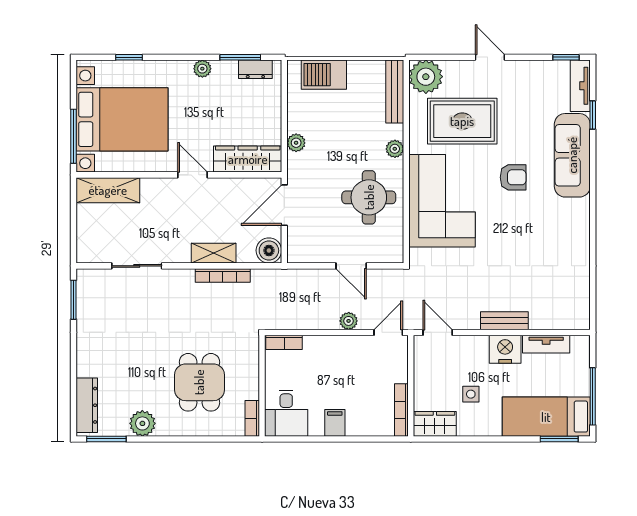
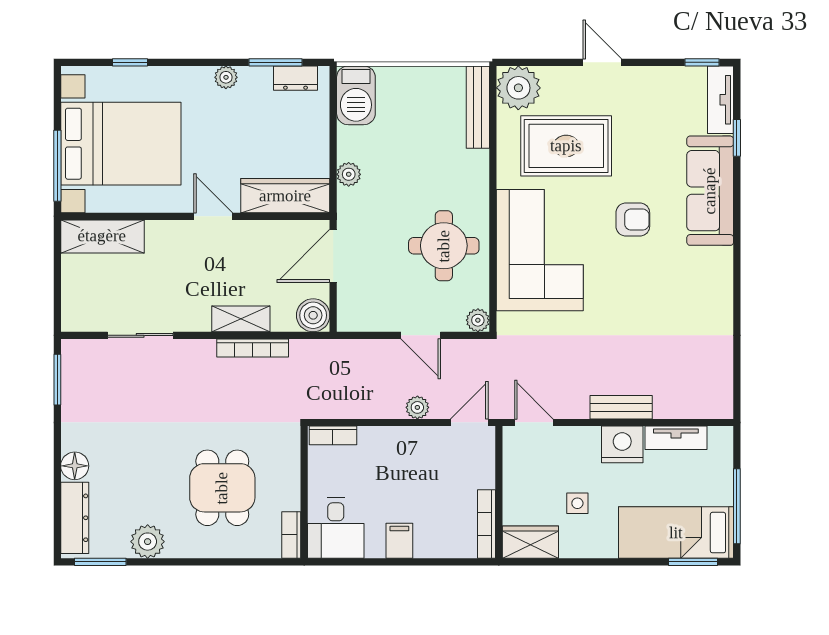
barbecue: (324, 75) -> (356, 95), moved, turned -90
plant: (395, 149) -> (478, 320), moved
floor lamp: (87, 366) -> (75, 466), added

